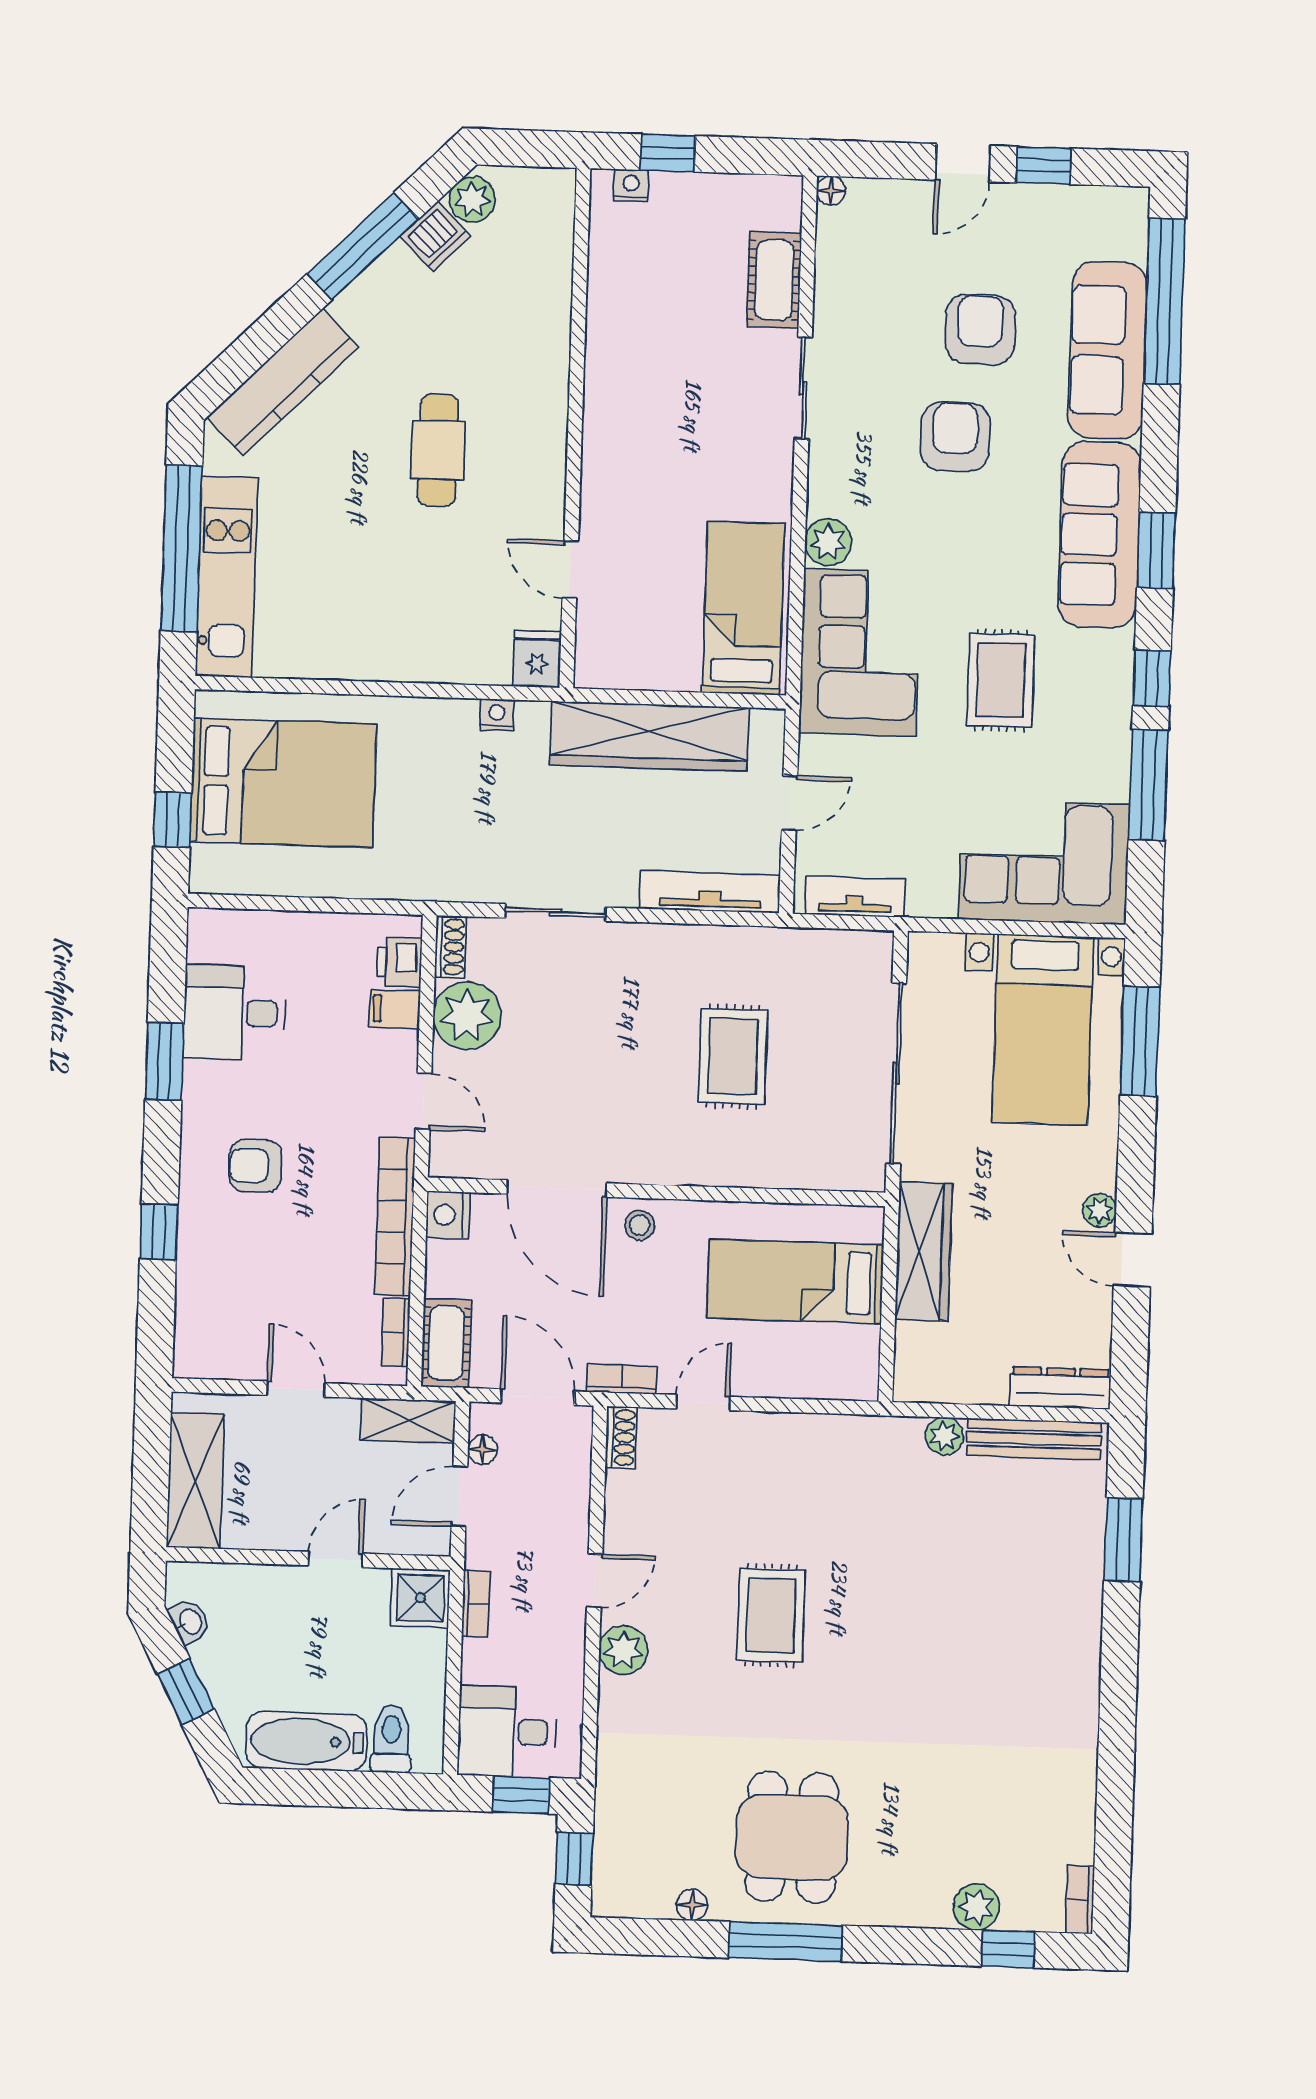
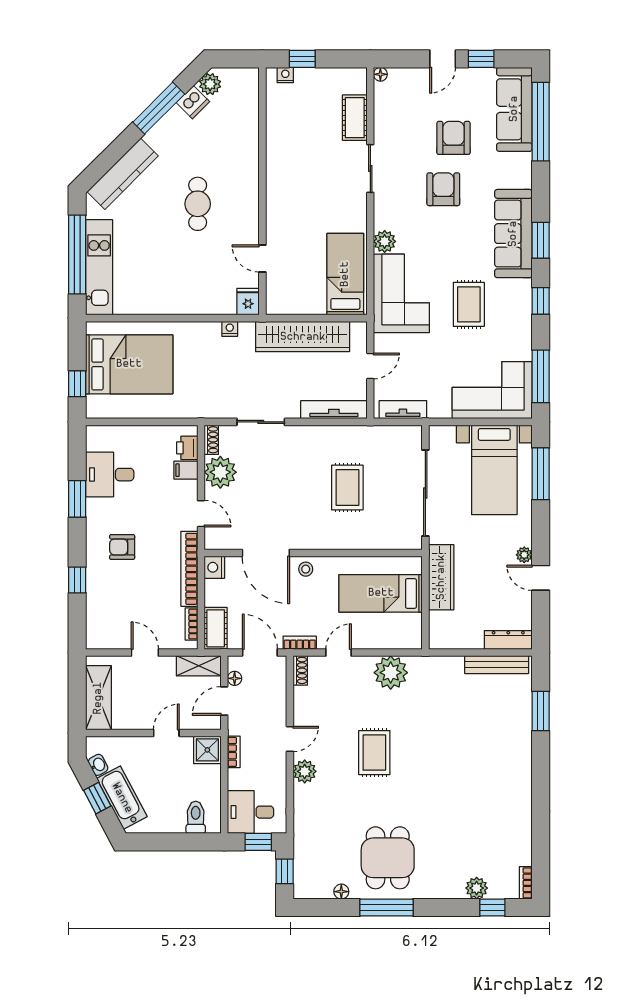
sofa: (1107, 350) -> (514, 109), moved
window: (1148, 785) -> (541, 376), moved
plant: (944, 1436) -> (391, 673), moved, width x1.88, depth x1.88
bathtub: (306, 1741) -> (122, 798), moved, turned 62

